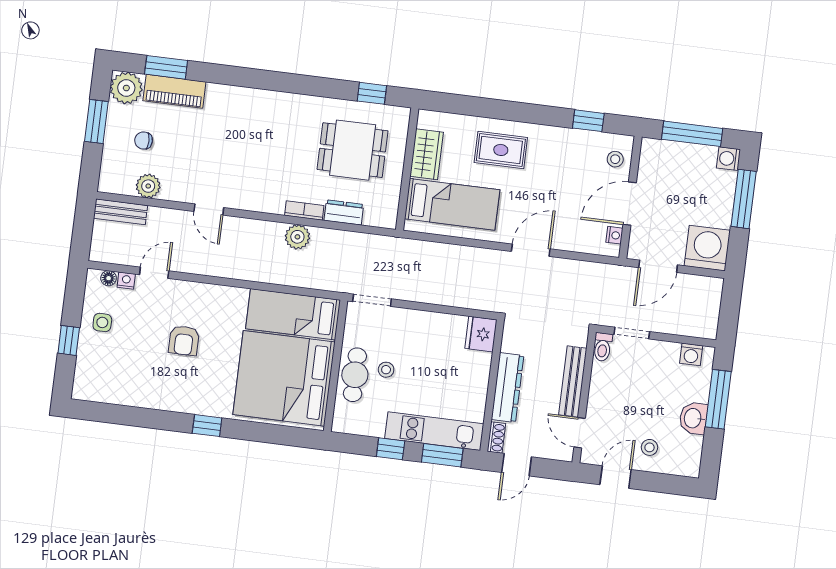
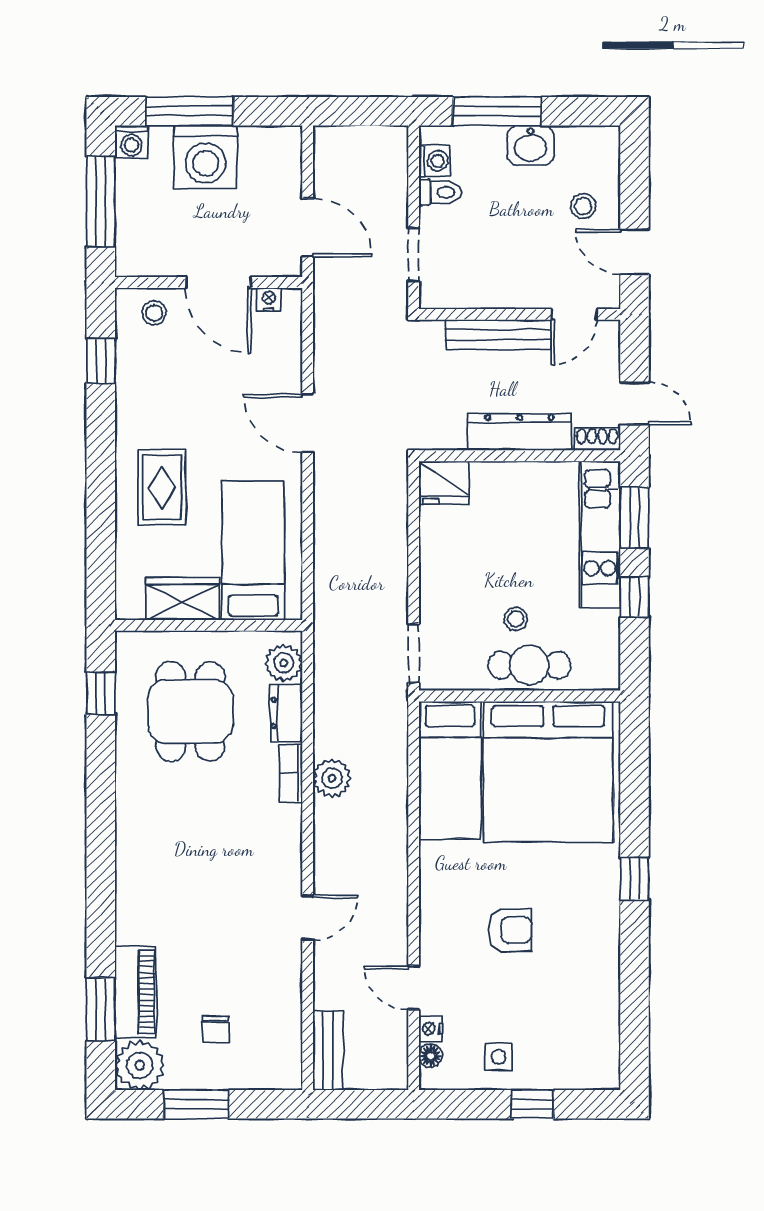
plant: (148, 186) -> (284, 663), moved
washing machine: (707, 248) -> (206, 157), moved, turned -90
toilet: (603, 347) -> (440, 192), moved

